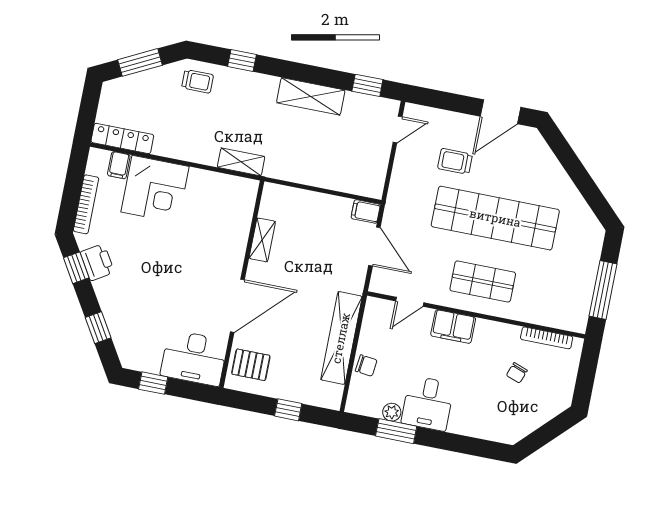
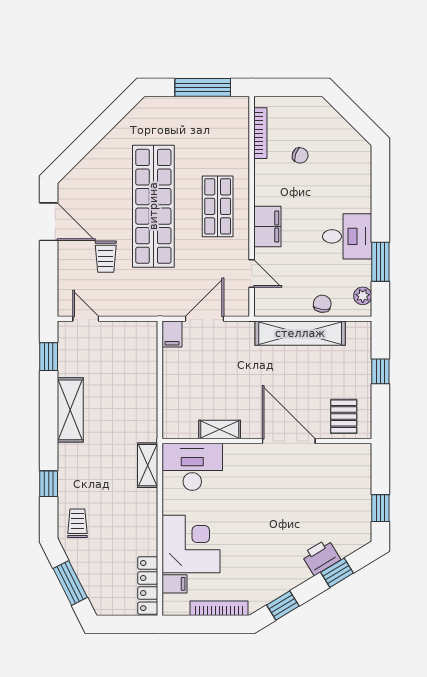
printer: (97, 262) -> (321, 557), moved
desk: (194, 358) -> (192, 467), moved, turned -90
plant: (392, 412) -> (363, 296), moved

